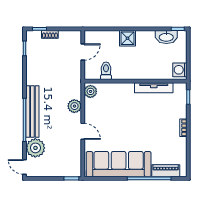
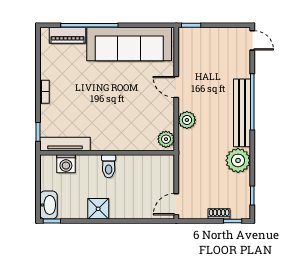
washbasin: (166, 37) -> (49, 205), moved, turned 90
shower: (128, 38) -> (98, 209), moved
door: (83, 52) -> (176, 204), moved
washing machine: (180, 70) -> (66, 164), moved, turned 90
toilet: (106, 71) -> (109, 166), moved
tv unit: (154, 88) -> (65, 144), moved
plant: (35, 148) -> (238, 160), moved

